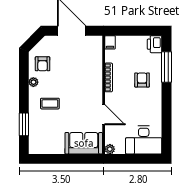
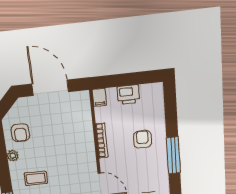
printer: (155, 44) -> (128, 95), moved, turned -90
window: (167, 67) -> (173, 155), moved

